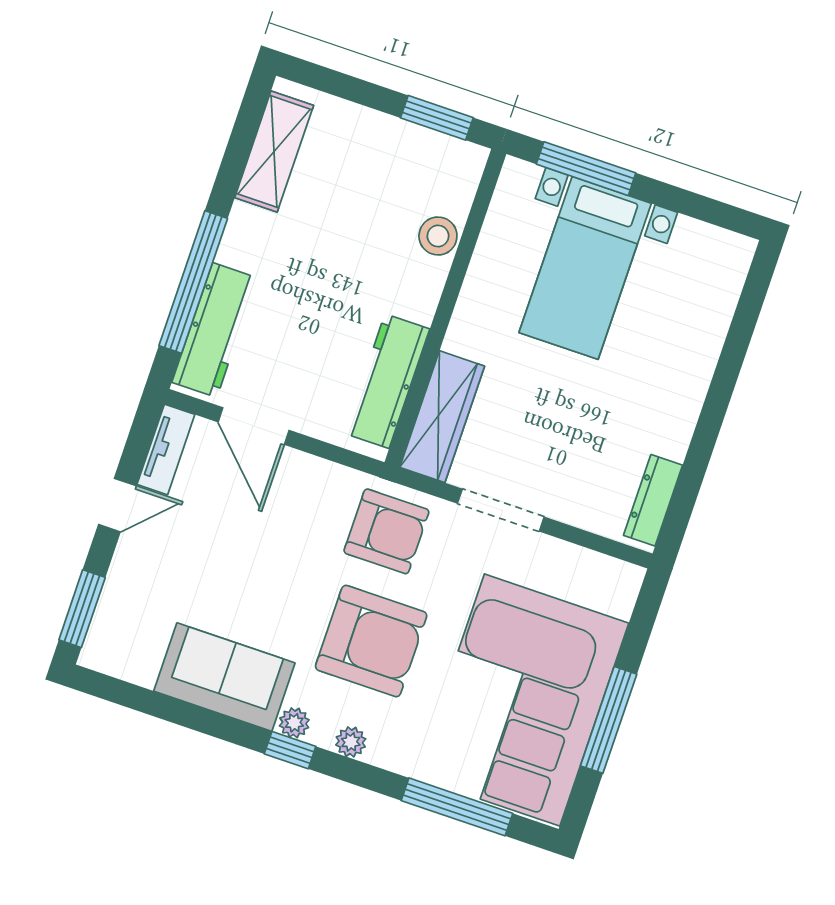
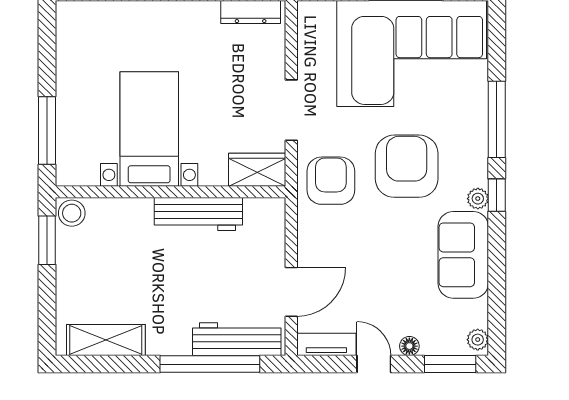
stool: (438, 236) -> (72, 213), moved
bed with nightstands: (585, 268) -> (149, 129), moved, turned -90
workbench: (387, 381) -> (198, 214), moved
wardrobe: (442, 417) -> (257, 170), width x0.67
floor lamp: (125, 562) -> (409, 346), added
plant: (351, 742) -> (478, 340), moved
window: (457, 807) -> (497, 119), moved

